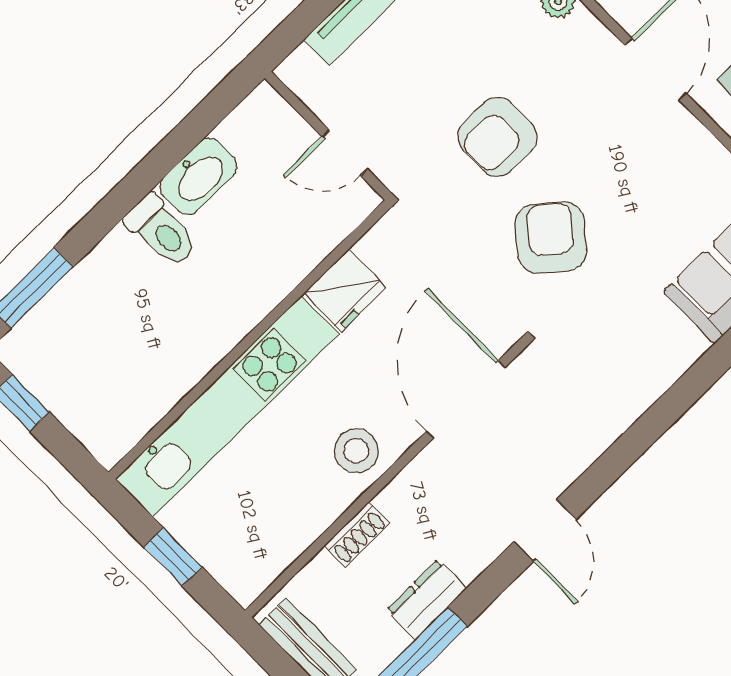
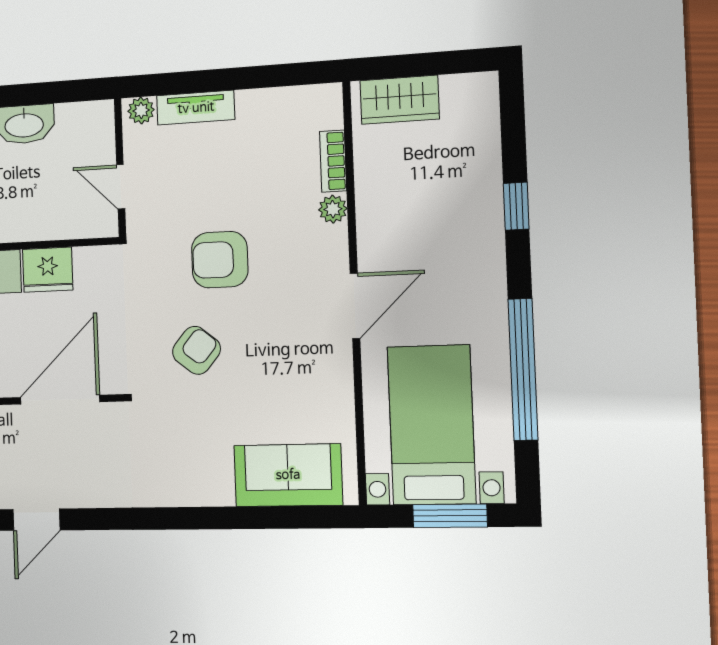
plant: (300, 66) -> (141, 110), added
armchair: (551, 238) -> (196, 350), width x0.72, depth x0.72

